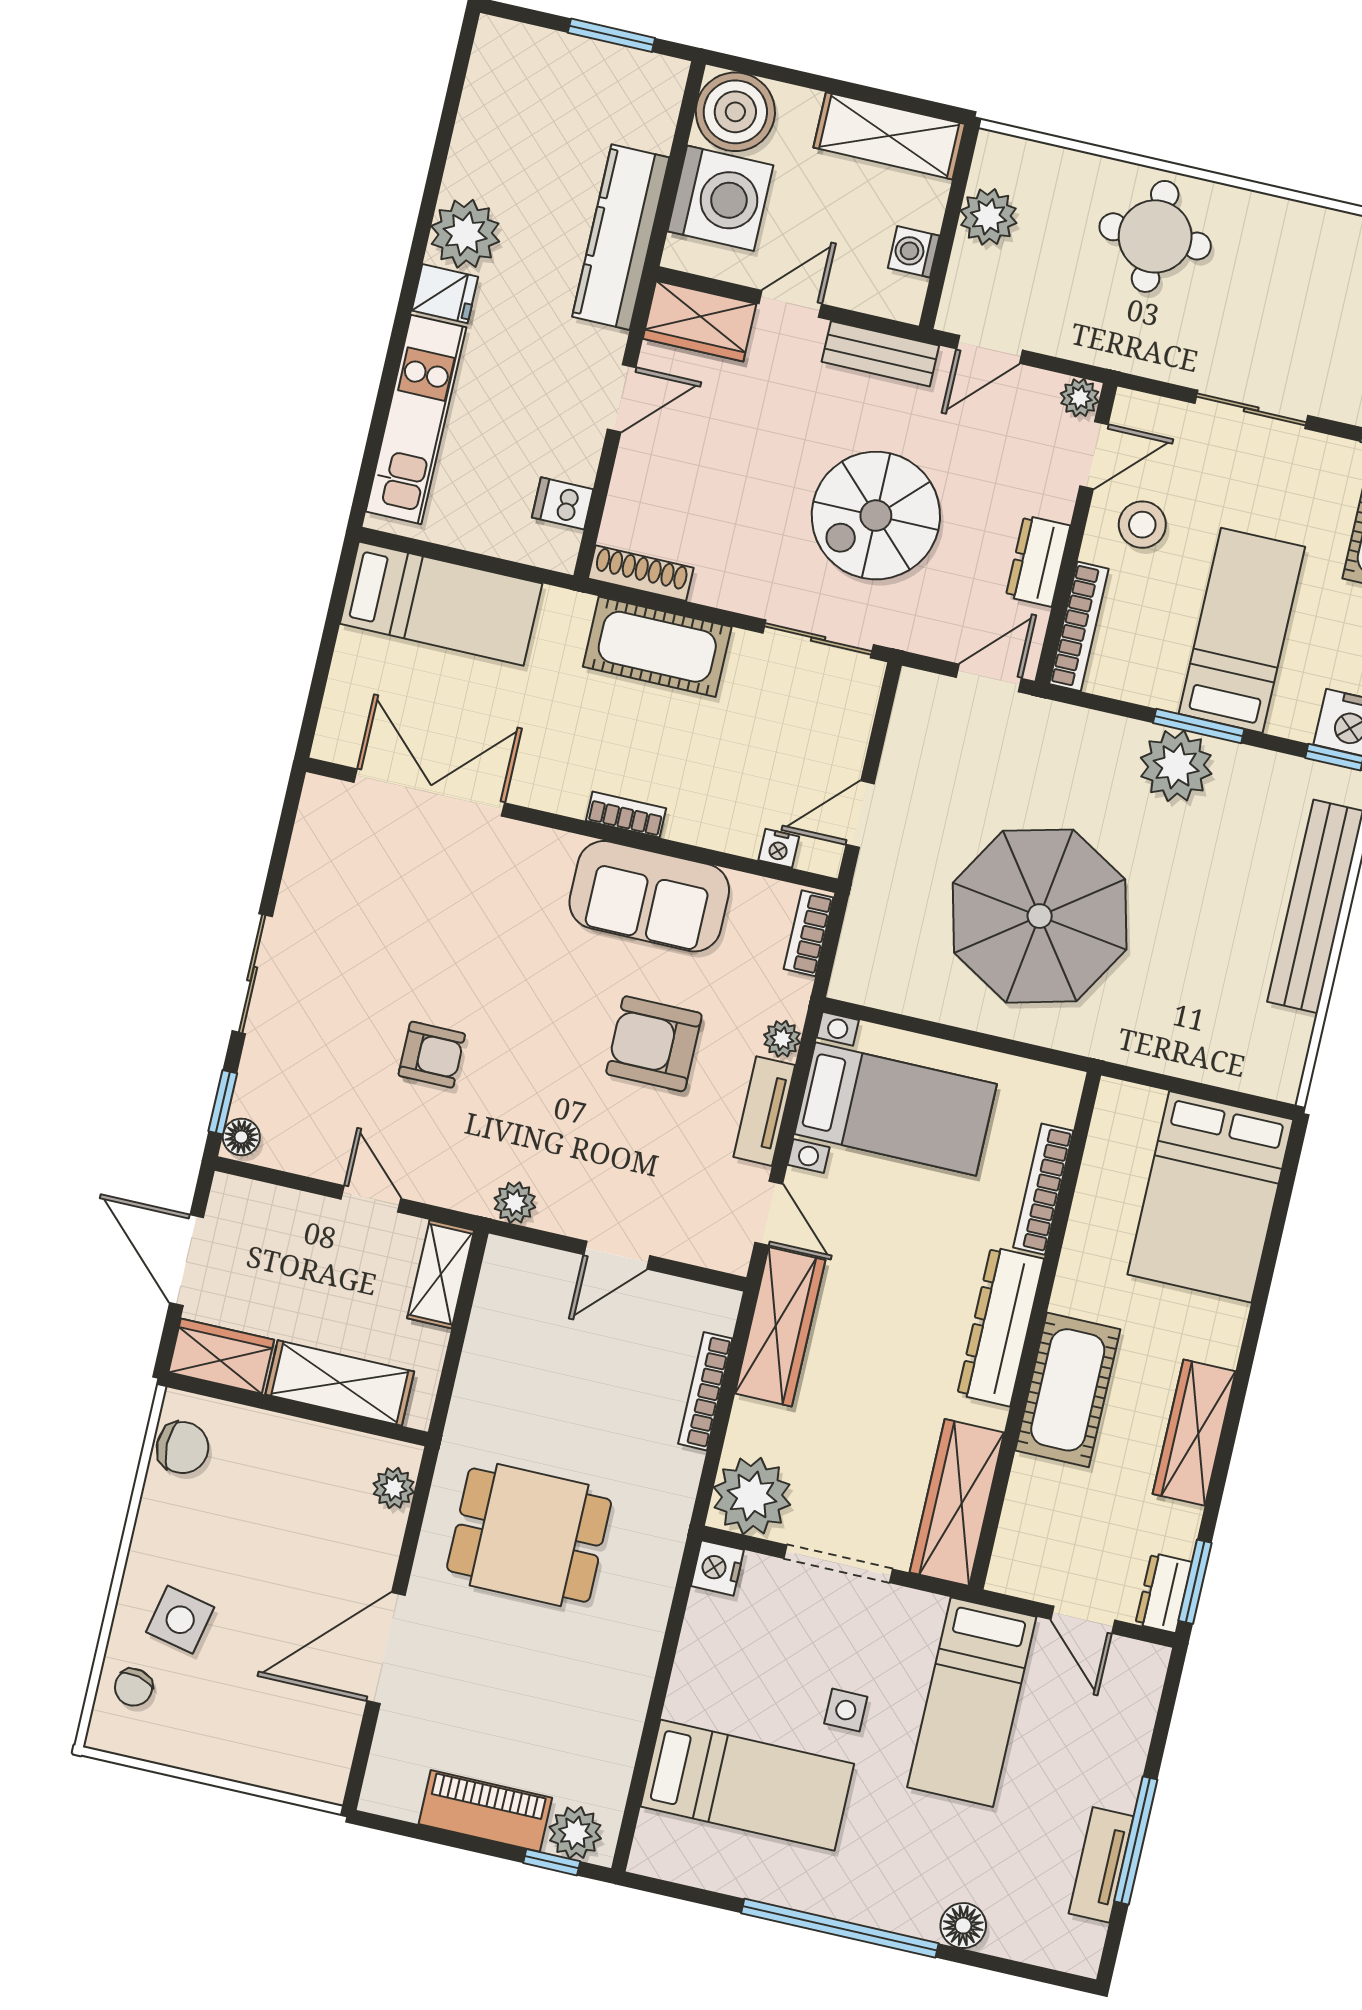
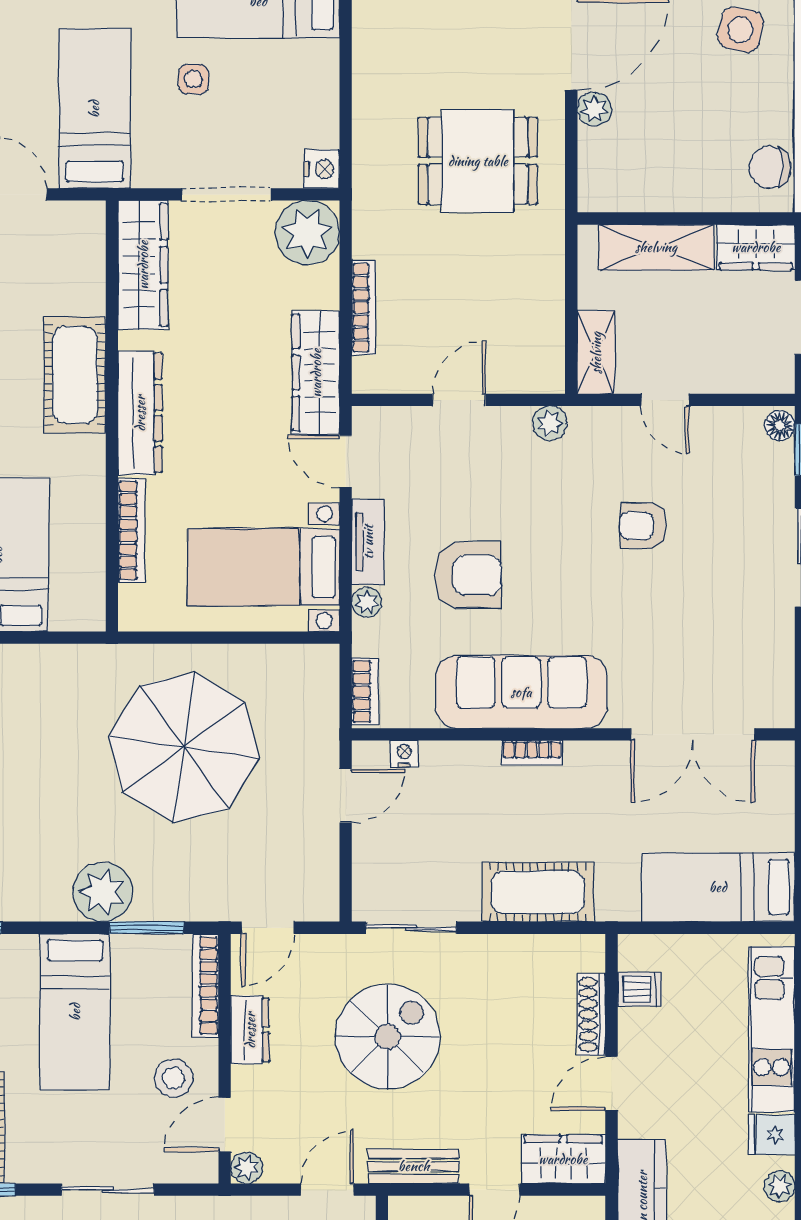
plant: (465, 234) -> (780, 1186), width x0.53, depth x0.53
shoe rack: (641, 573) -> (592, 1015), moved, turned 90
window: (1199, 726) -> (147, 928), moved
sofa: (649, 896) -> (521, 692), width x1.36
plant: (394, 1488) -> (594, 109), moved

